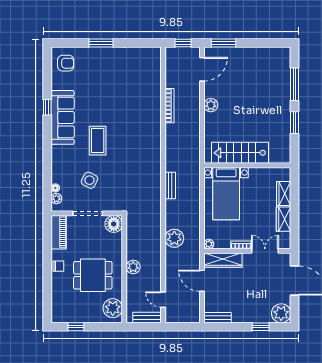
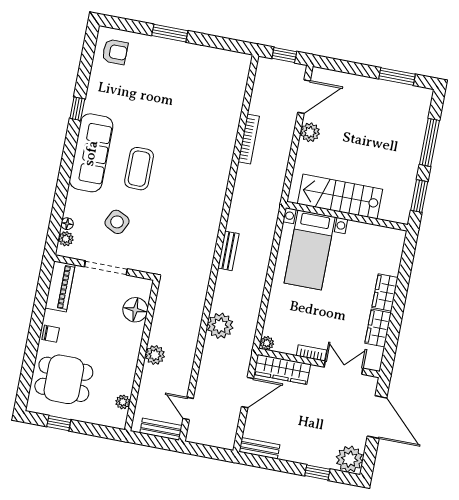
window: (224, 43) -> (397, 76), moved
plant: (211, 105) -> (310, 132), moved
sofa: (63, 117) -> (91, 153), moved
stairs: (240, 153) -> (340, 197), moved
wall: (247, 165) -> (347, 216), moved
bed with nightstands: (226, 194) -> (310, 250), moved
floor lamp: (114, 224) -> (135, 310), moved
dining table: (93, 275) -> (64, 379), moved
door: (202, 281) -> (248, 392), swing flipped
plant: (113, 308) -> (123, 402), width x0.53, depth x0.53

